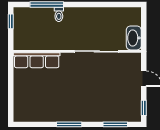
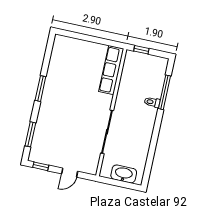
window: (11, 21) -> (141, 50), moved
washbasin: (134, 38) -> (124, 174), moved

